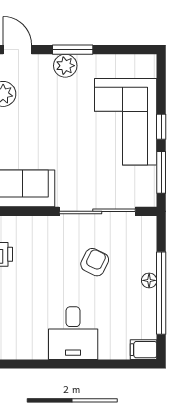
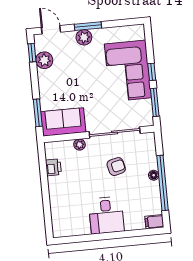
plant: (43, 224) -> (79, 145), added
armchair: (95, 262) -> (116, 167), turned 50

